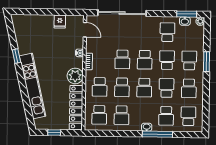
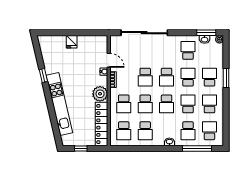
fridge: (60, 22) -> (72, 42), moved
door: (85, 30) -> (109, 60), moved
school desk: (189, 88) -> (209, 104), turned 180
window: (157, 134) -> (197, 148), moved

